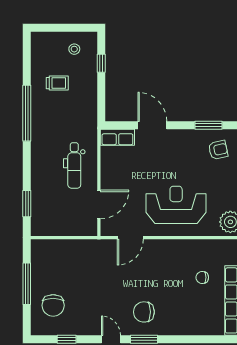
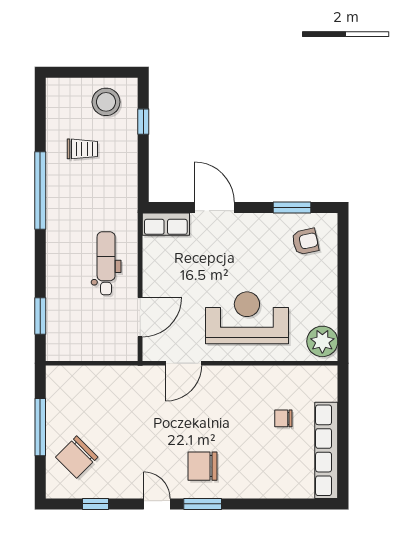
stool: (74, 49) -> (106, 102), width x1.89, depth x1.89
dental chair: (74, 165) -> (106, 263), turned 180
chair: (53, 305) -> (77, 457), turned 45

